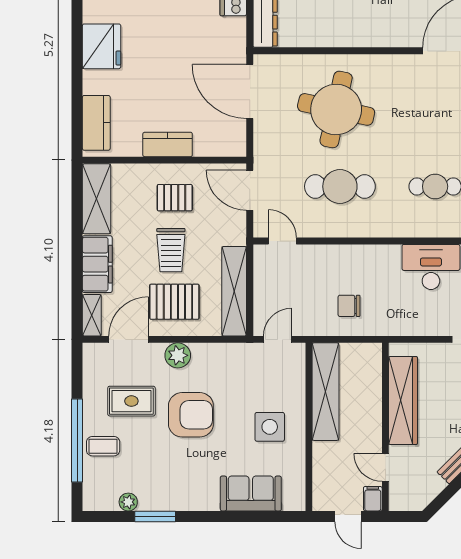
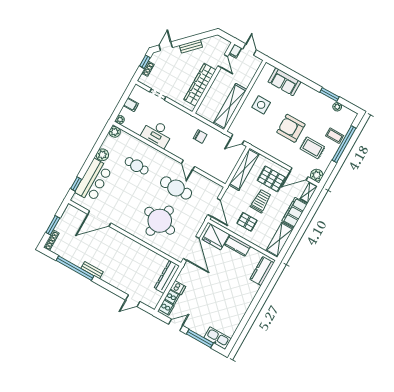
fridge: (102, 46) -> (216, 237), moved, turned -90
door: (282, 241) -> (188, 165), moved
plant: (178, 355) -> (317, 175), moved

